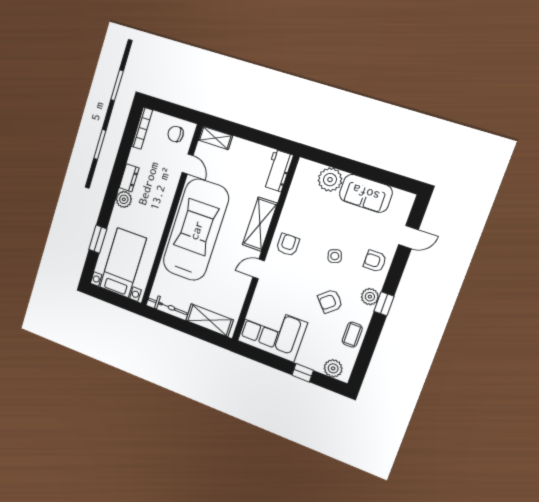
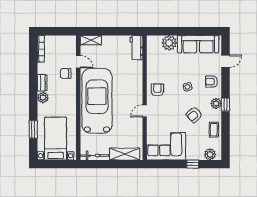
chair: (176, 134) -> (66, 73), moved
sofa: (366, 193) -> (198, 44), width x1.36
shelving: (260, 224) -> (136, 83), removed

